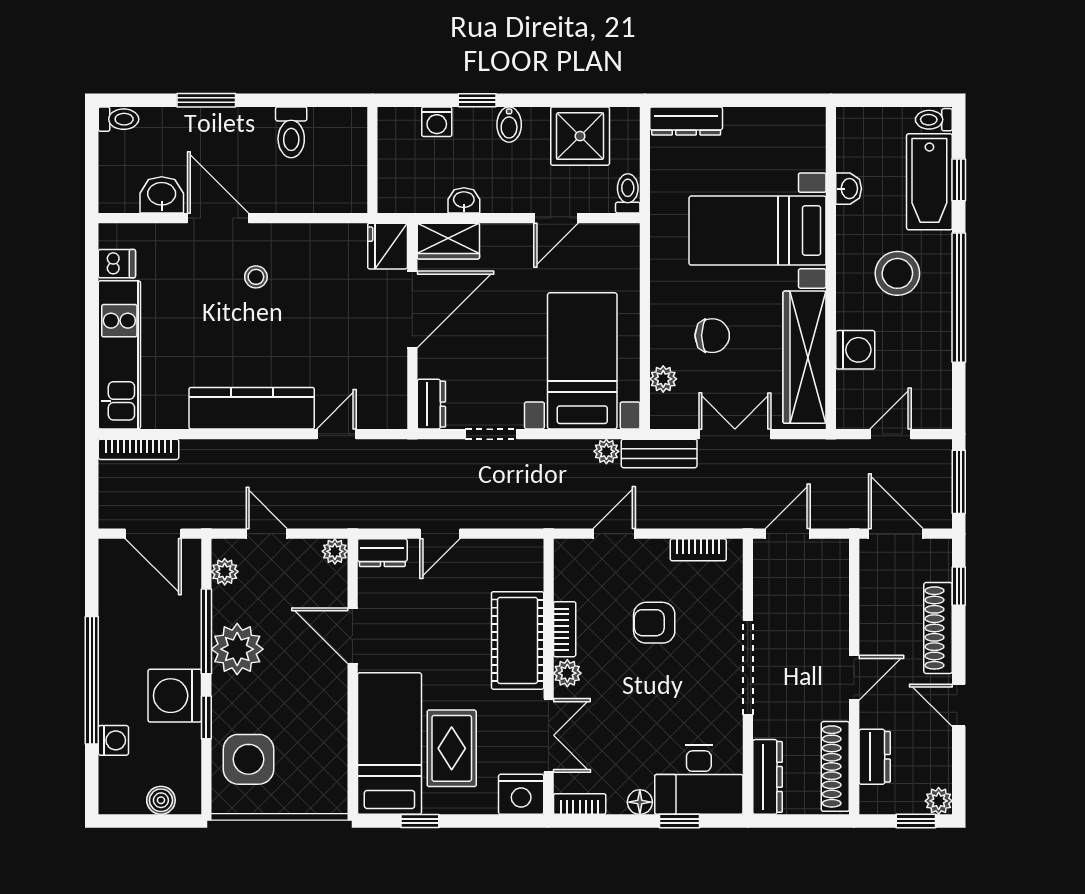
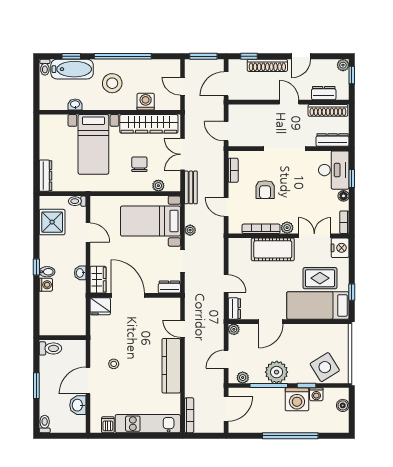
bidet: (509, 125) -> (47, 272), moved
wall: (372, 160) -> (63, 338), moved
plant: (606, 451) -> (190, 230), moved
bookcase: (565, 629) -> (261, 229), width x1.56
washing machine: (113, 740) -> (316, 394), moved, turned 180
side table: (248, 759) -> (325, 367), turned -32

